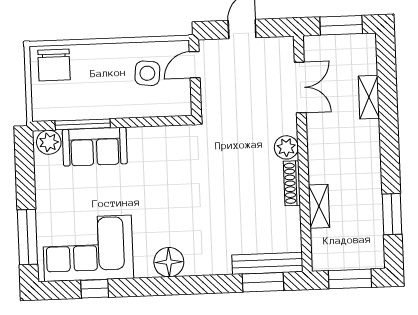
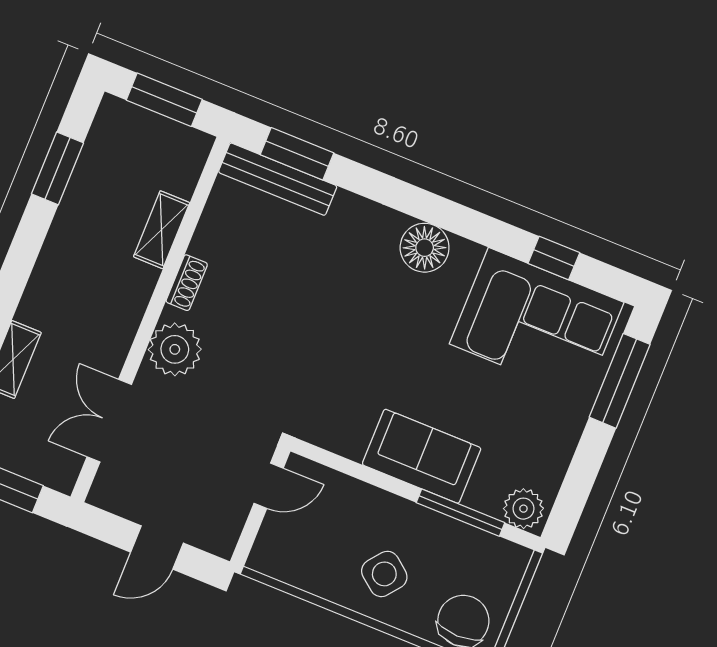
door: (195, 65) -> (269, 486), moved
side table: (147, 73) -> (384, 574), moved, turned 32
sofa: (95, 147) -> (422, 456), moved
plant: (286, 147) -> (175, 349), width x1.36, depth x1.36
shoe rack: (292, 183) -> (187, 283), width x0.70

